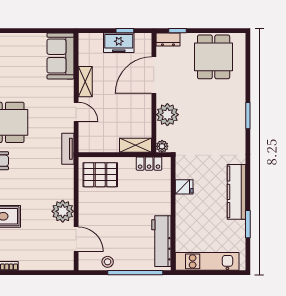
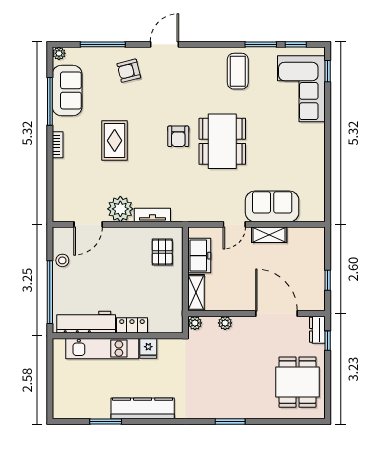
freezer: (119, 43) -> (199, 256), moved, turned 180
sofa: (60, 56) -> (272, 206), moved
dining table: (214, 57) -> (297, 382), turned 90
plant: (167, 115) -> (225, 323), width x0.53, depth x0.53
tv unit: (68, 149) -> (152, 215), moved
locker: (149, 164) -> (132, 325), moved, turned 90
pallet: (100, 175) -> (162, 252), width x0.67, depth x0.71
kitchen unit: (207, 261) -> (102, 349), moved, turned 90

